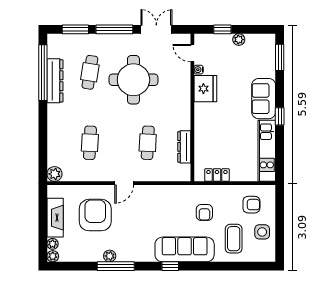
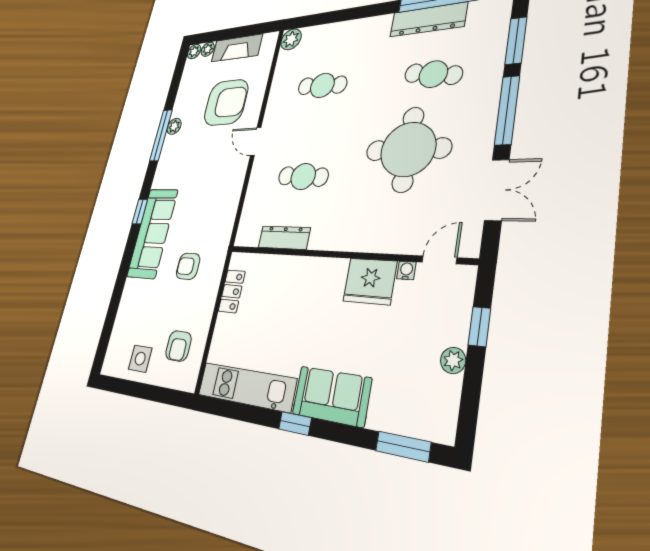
coffee table: (234, 239) -> (145, 310), removed

